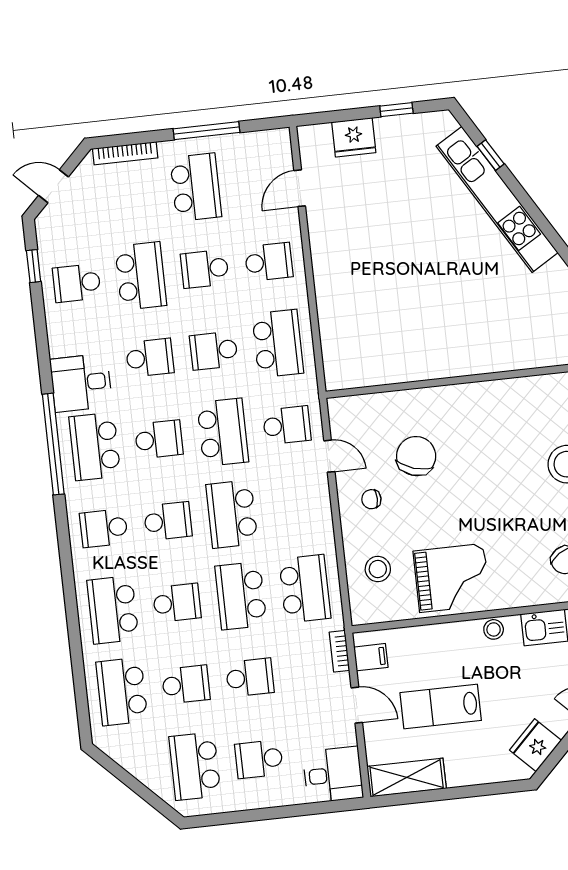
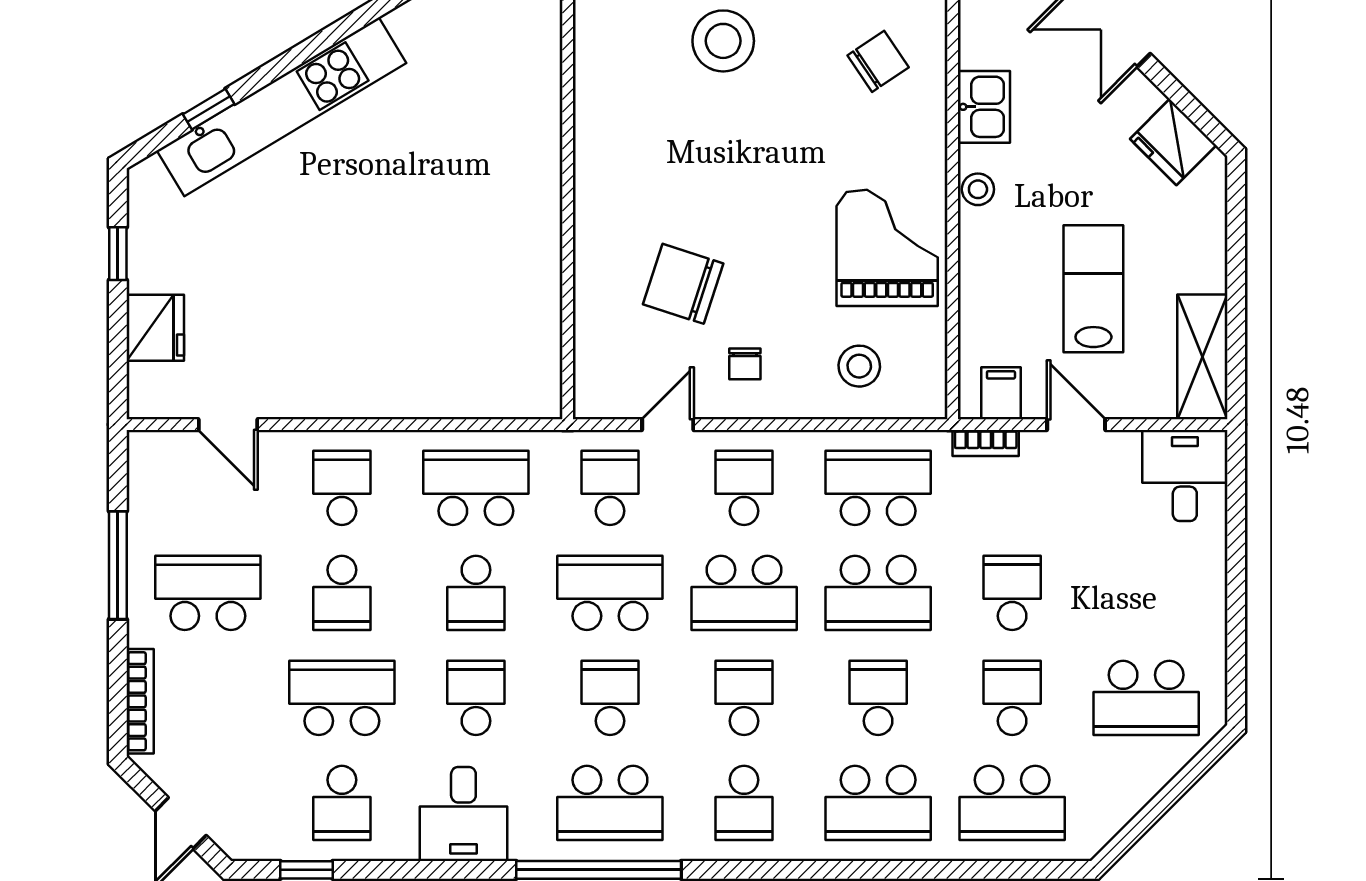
desk: (81, 383) -> (463, 814), moved
door: (357, 705) -> (1076, 425), hinge flipped
lab bench: (441, 707) -> (1093, 289), turned 180
school desk: (259, 759) -> (744, 488), moved, turned 180

